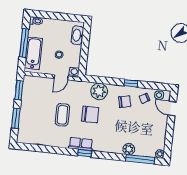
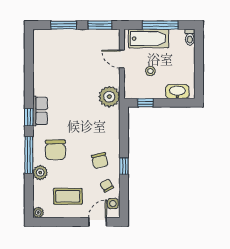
window: (83, 61) -> (145, 103), added
washing machine: (74, 72) -> (130, 93), removed
door: (61, 77) -> (122, 59), moved
plant: (99, 91) -> (109, 97), moved
chair: (90, 114) -> (55, 150), moved
coffee table: (62, 115) -> (68, 196), moved
window: (140, 159) -> (29, 155), moved

